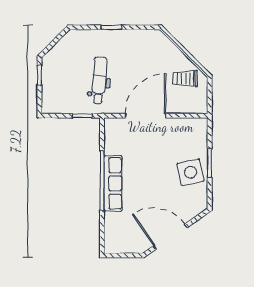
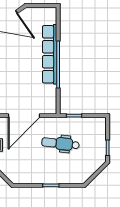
dental chair: (99, 80) -> (60, 144), turned 92
row of seats: (113, 183) -> (50, 54), width x1.36

